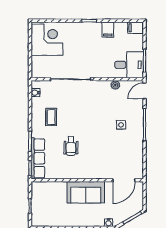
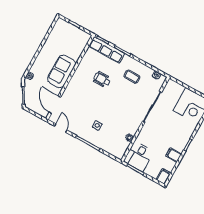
door: (145, 91) -> (61, 128), moved

